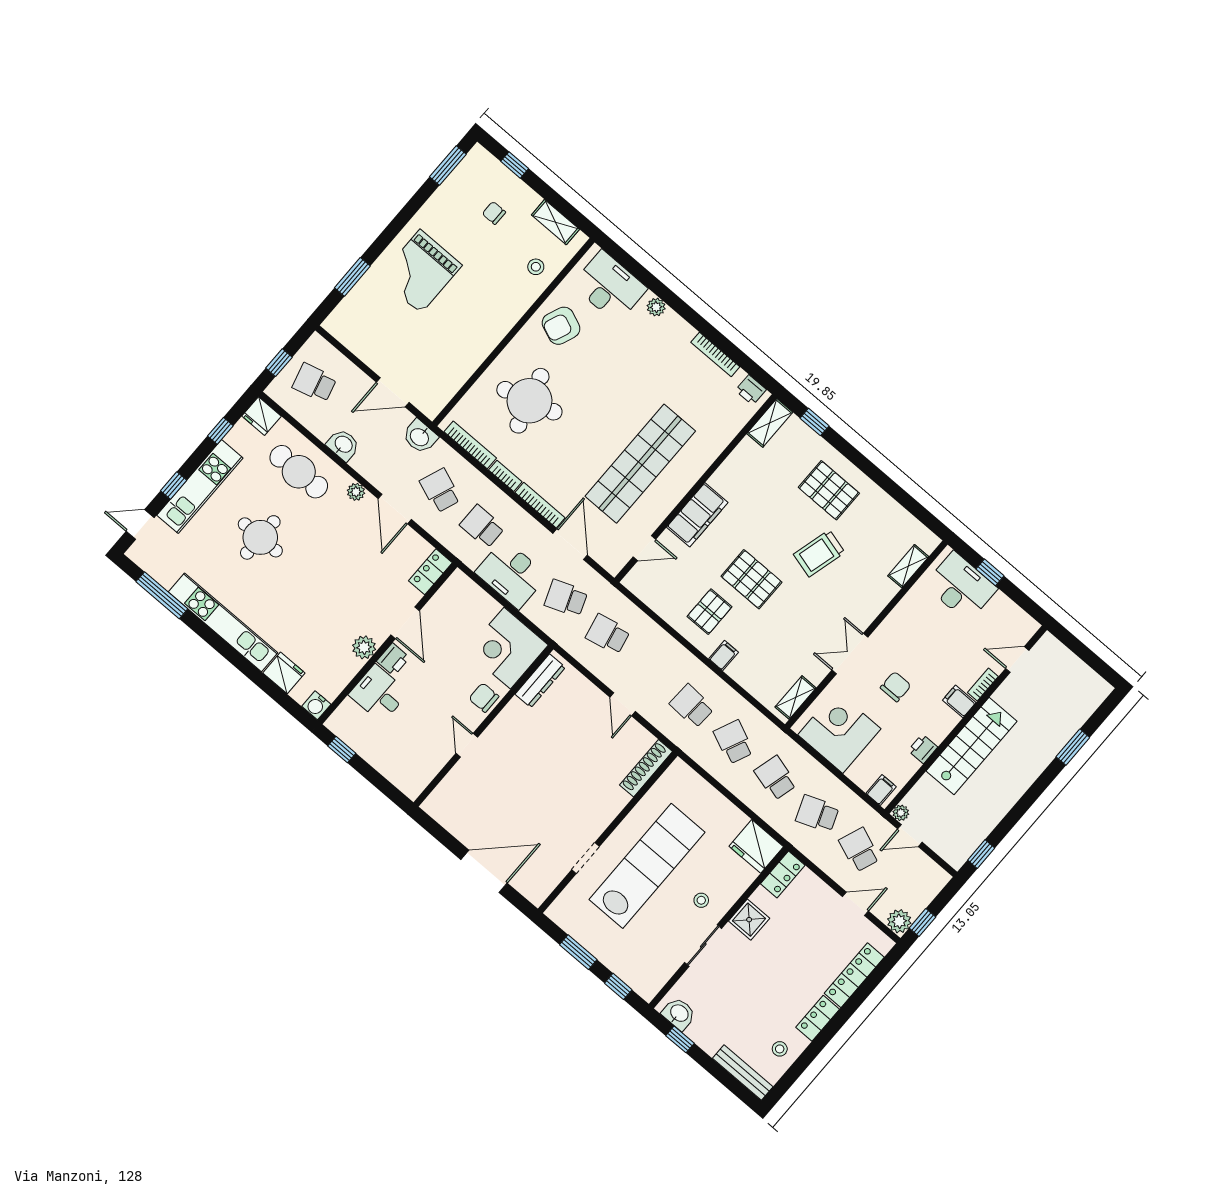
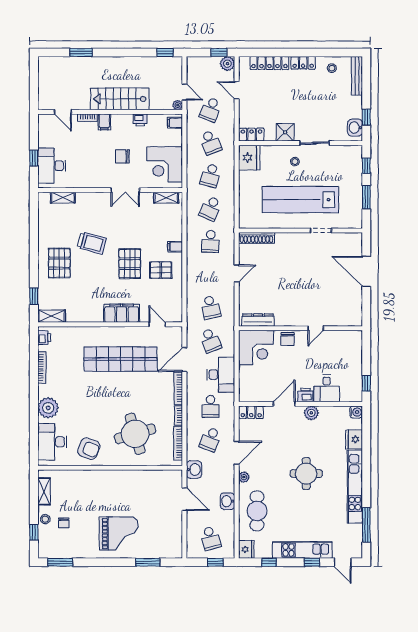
stool: (536, 267) -> (45, 519), moved
plant: (656, 307) -> (48, 408), width x1.87, depth x1.87
round table: (260, 537) -> (306, 474), moved

